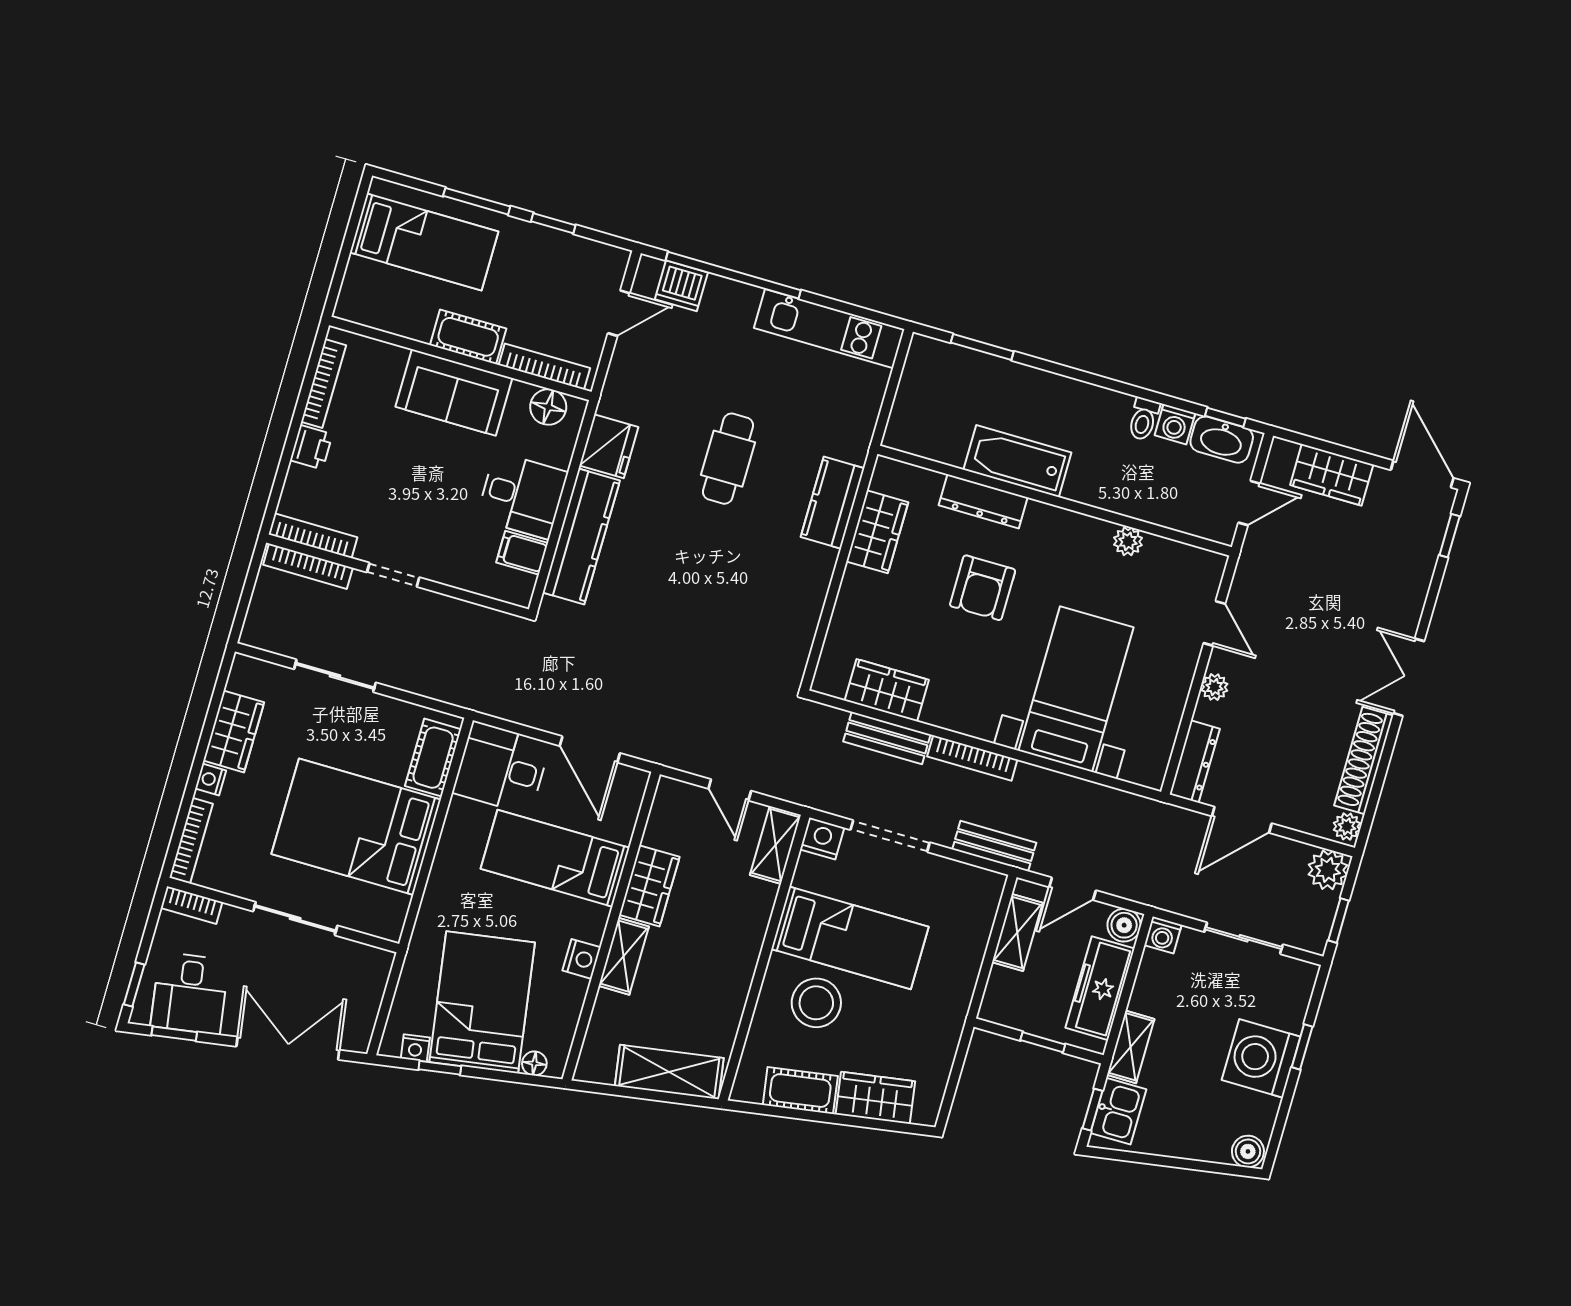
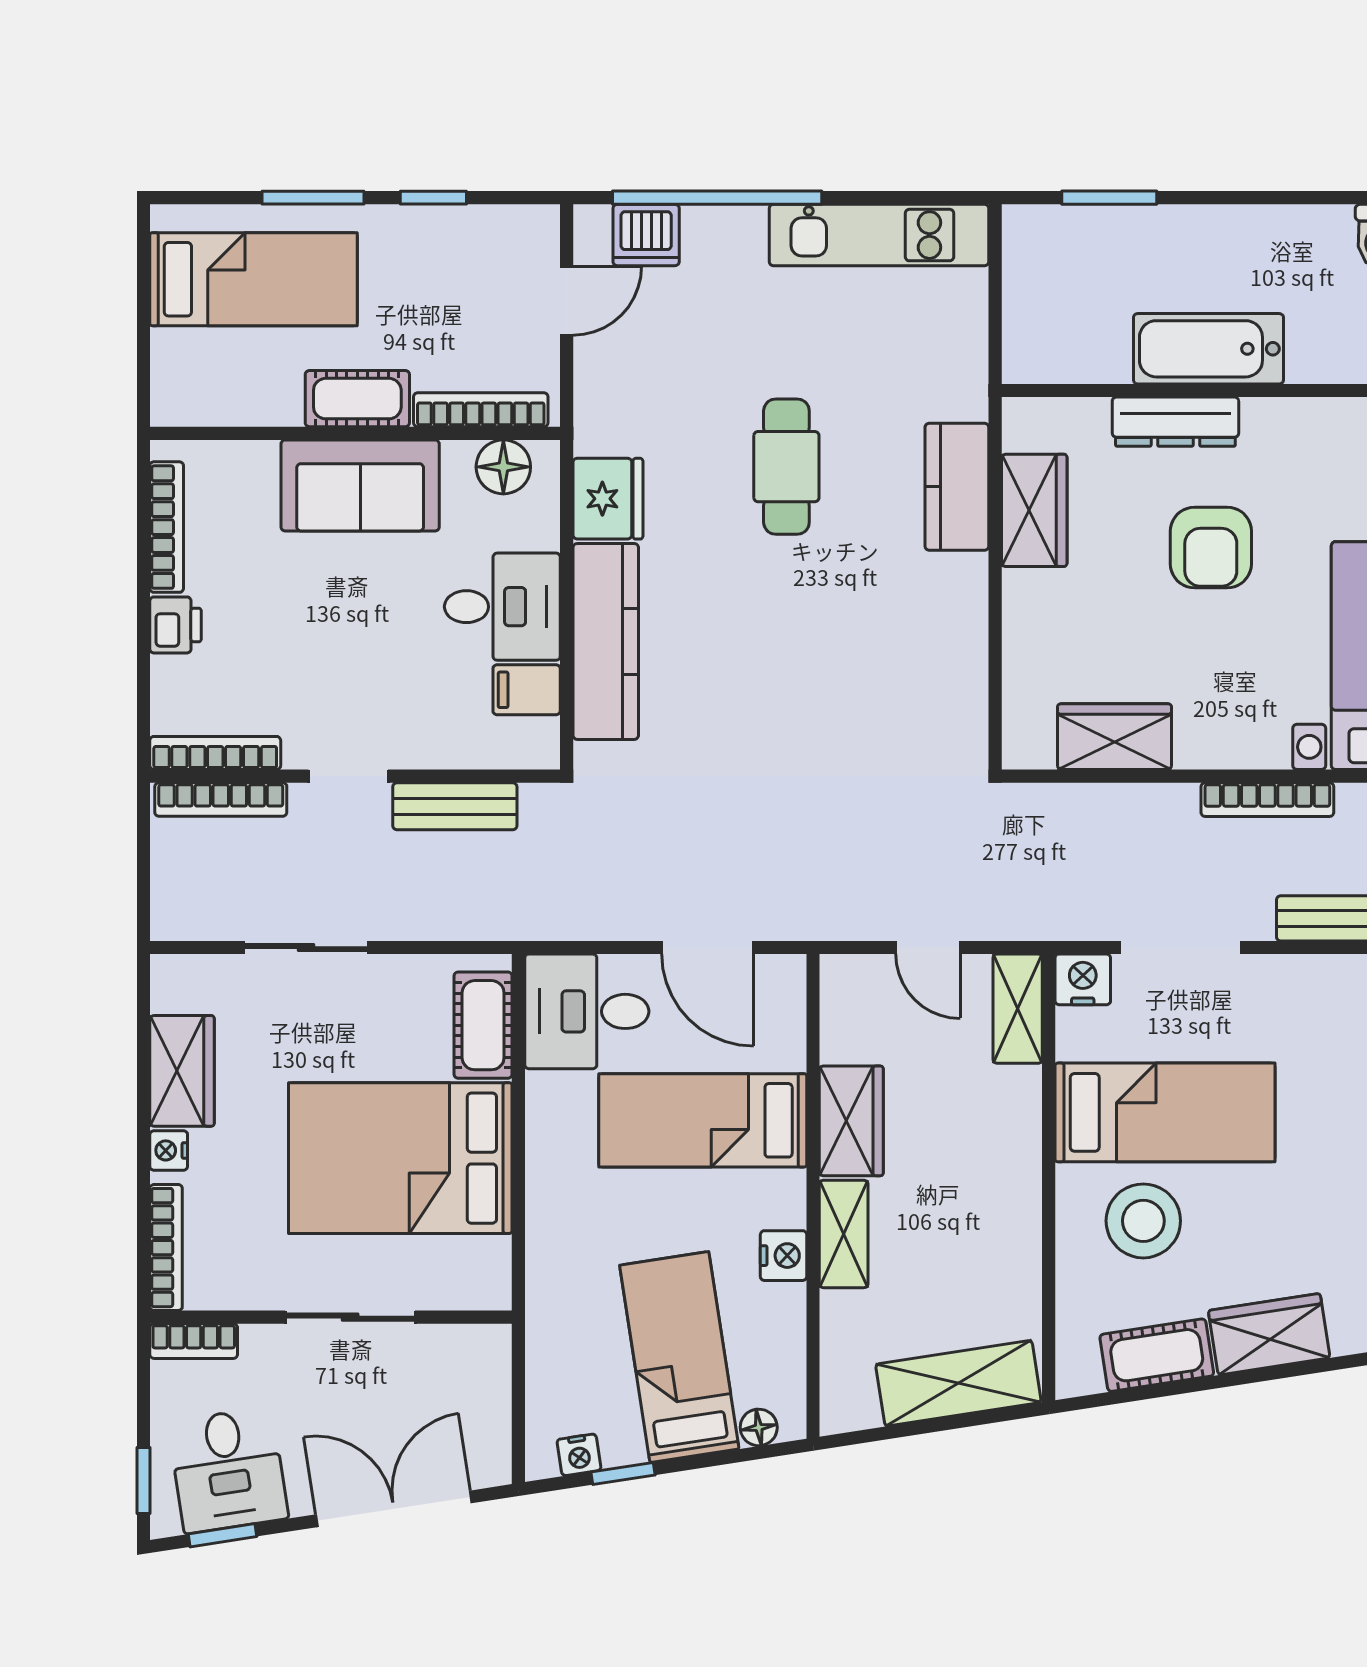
bench: (887, 738) -> (455, 806), moved
bed: (482, 1002) -> (679, 1357), width x0.67

